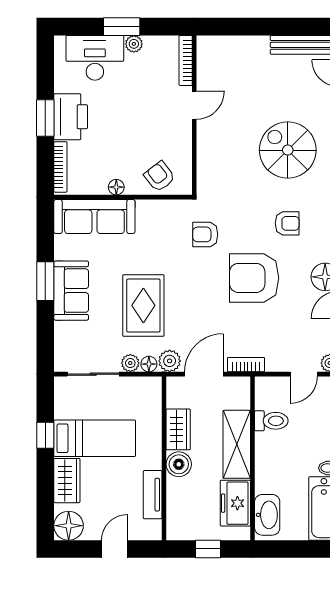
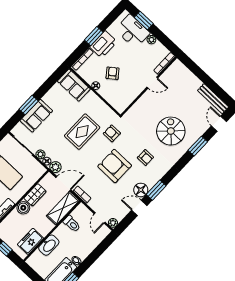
window: (122, 27) -> (144, 20), moved
armchair: (159, 176) -> (112, 73), moved
sofa: (94, 217) -> (74, 85), width x0.73
window: (45, 281) -> (29, 105), moved
sofa: (71, 291) -> (36, 116), moved
rug: (143, 305) -> (82, 132), moved
door: (304, 374) -> (100, 218), hinge flipped
shelving: (237, 444) -> (63, 208), moved
washbasin: (267, 515) -> (49, 245), moved

